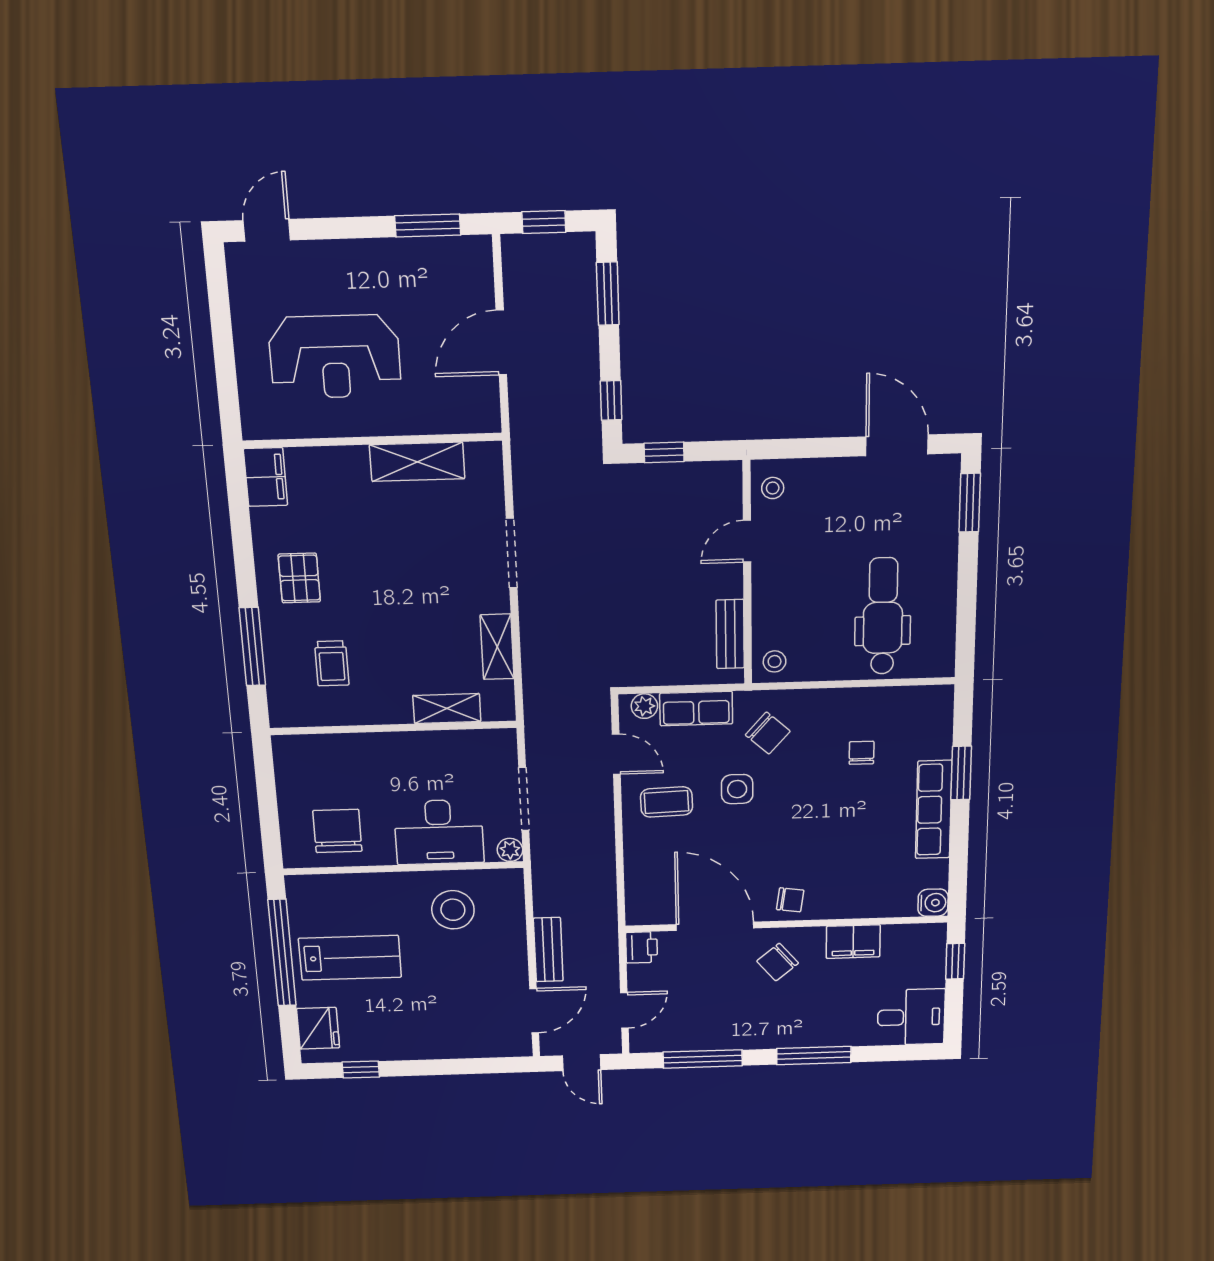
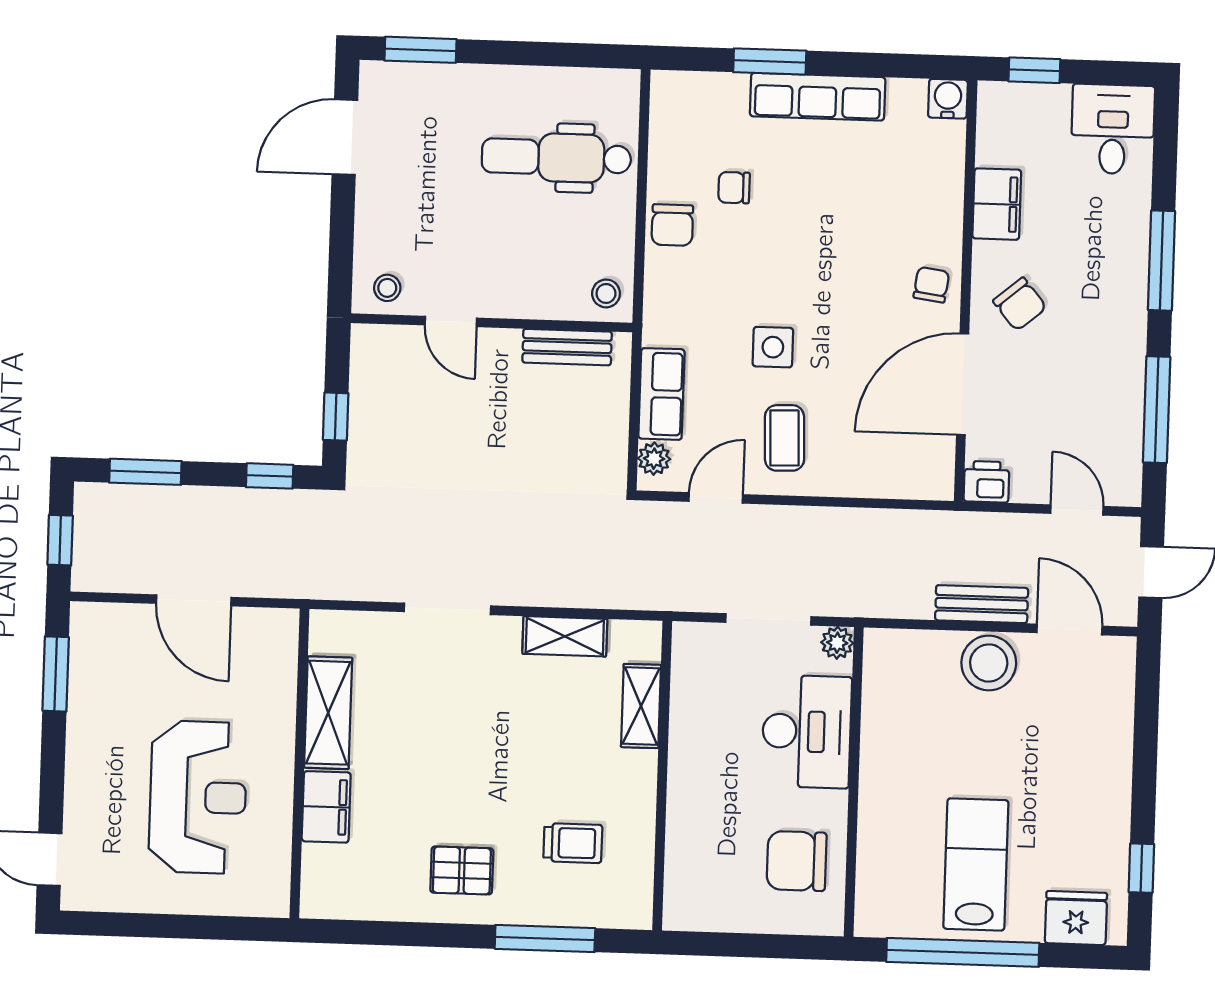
filing cabinet: (266, 477) -> (326, 807), moved, turned 90
chair: (768, 733) -> (672, 225), moved, turned 138
stool: (453, 910) -> (989, 663), moved

